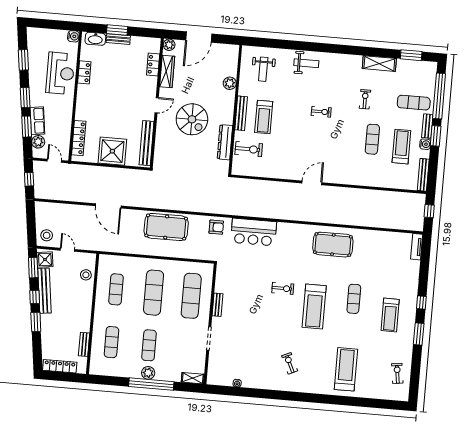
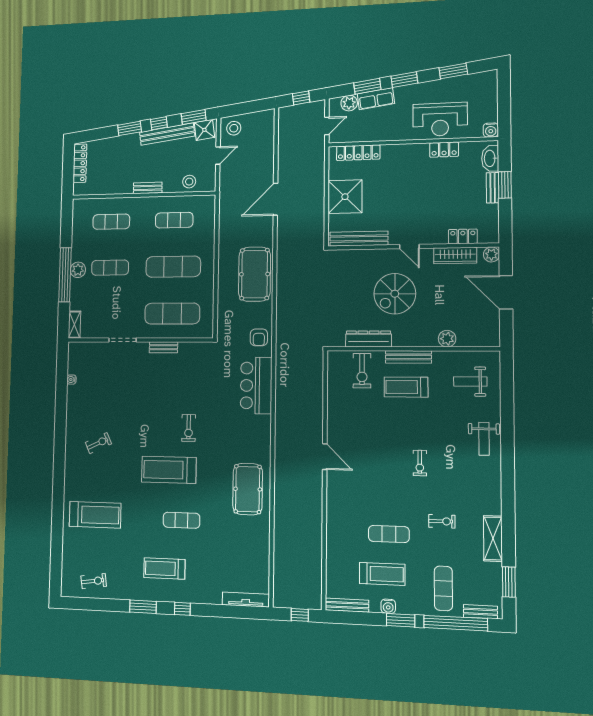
bench: (427, 126) -> (480, 612), moved
tv unit: (417, 247) -> (246, 600), width x1.41
bench: (84, 344) -> (148, 188), moved

